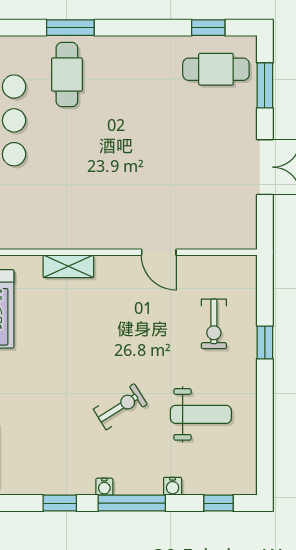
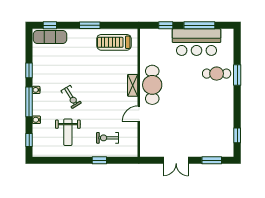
cafe table: (216, 69) -> (152, 85), moved, width x1.37, depth x1.35
shelving: (68, 266) -> (133, 85), moved

